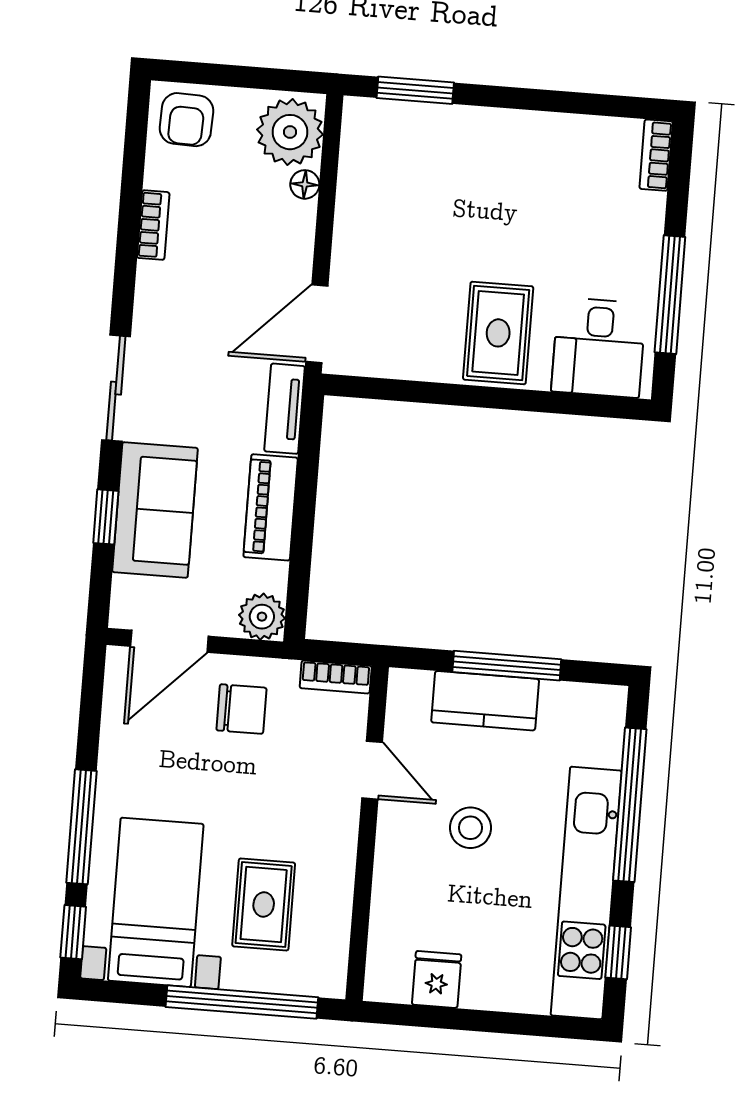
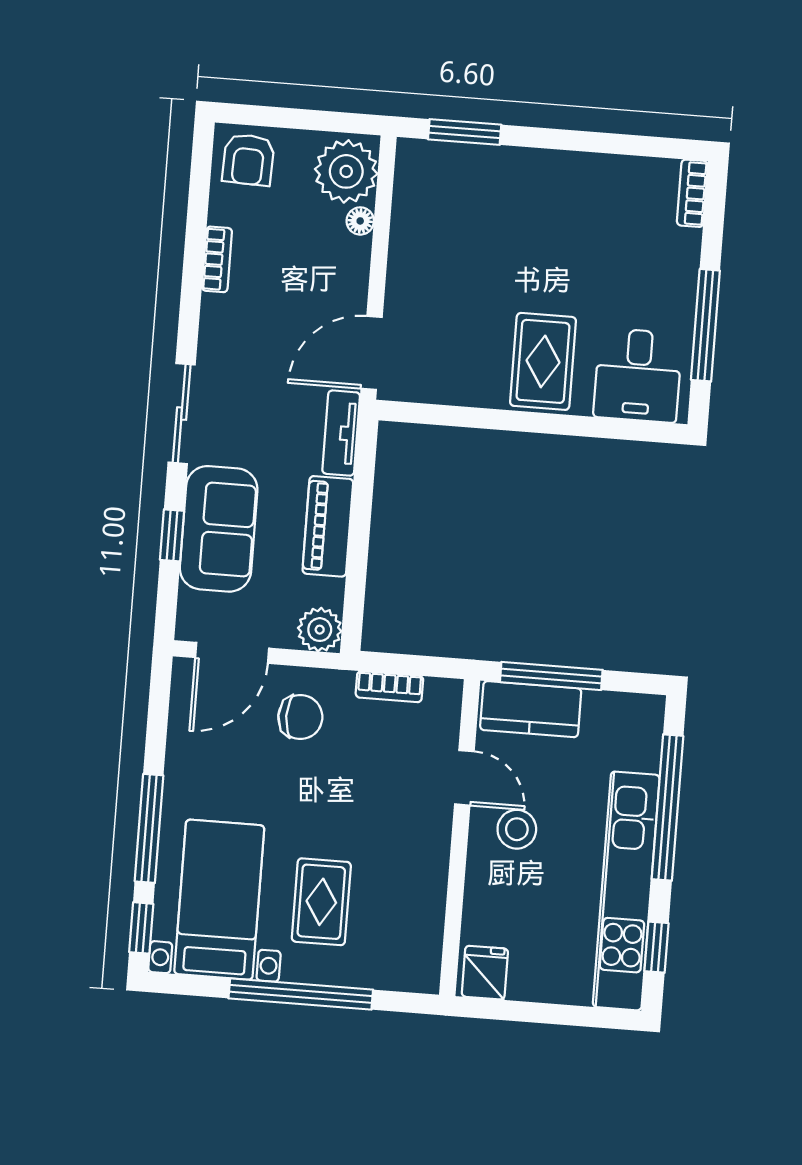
door: (372, 770) -> (464, 778), moved
wall: (367, 833) -> (460, 838), moved

